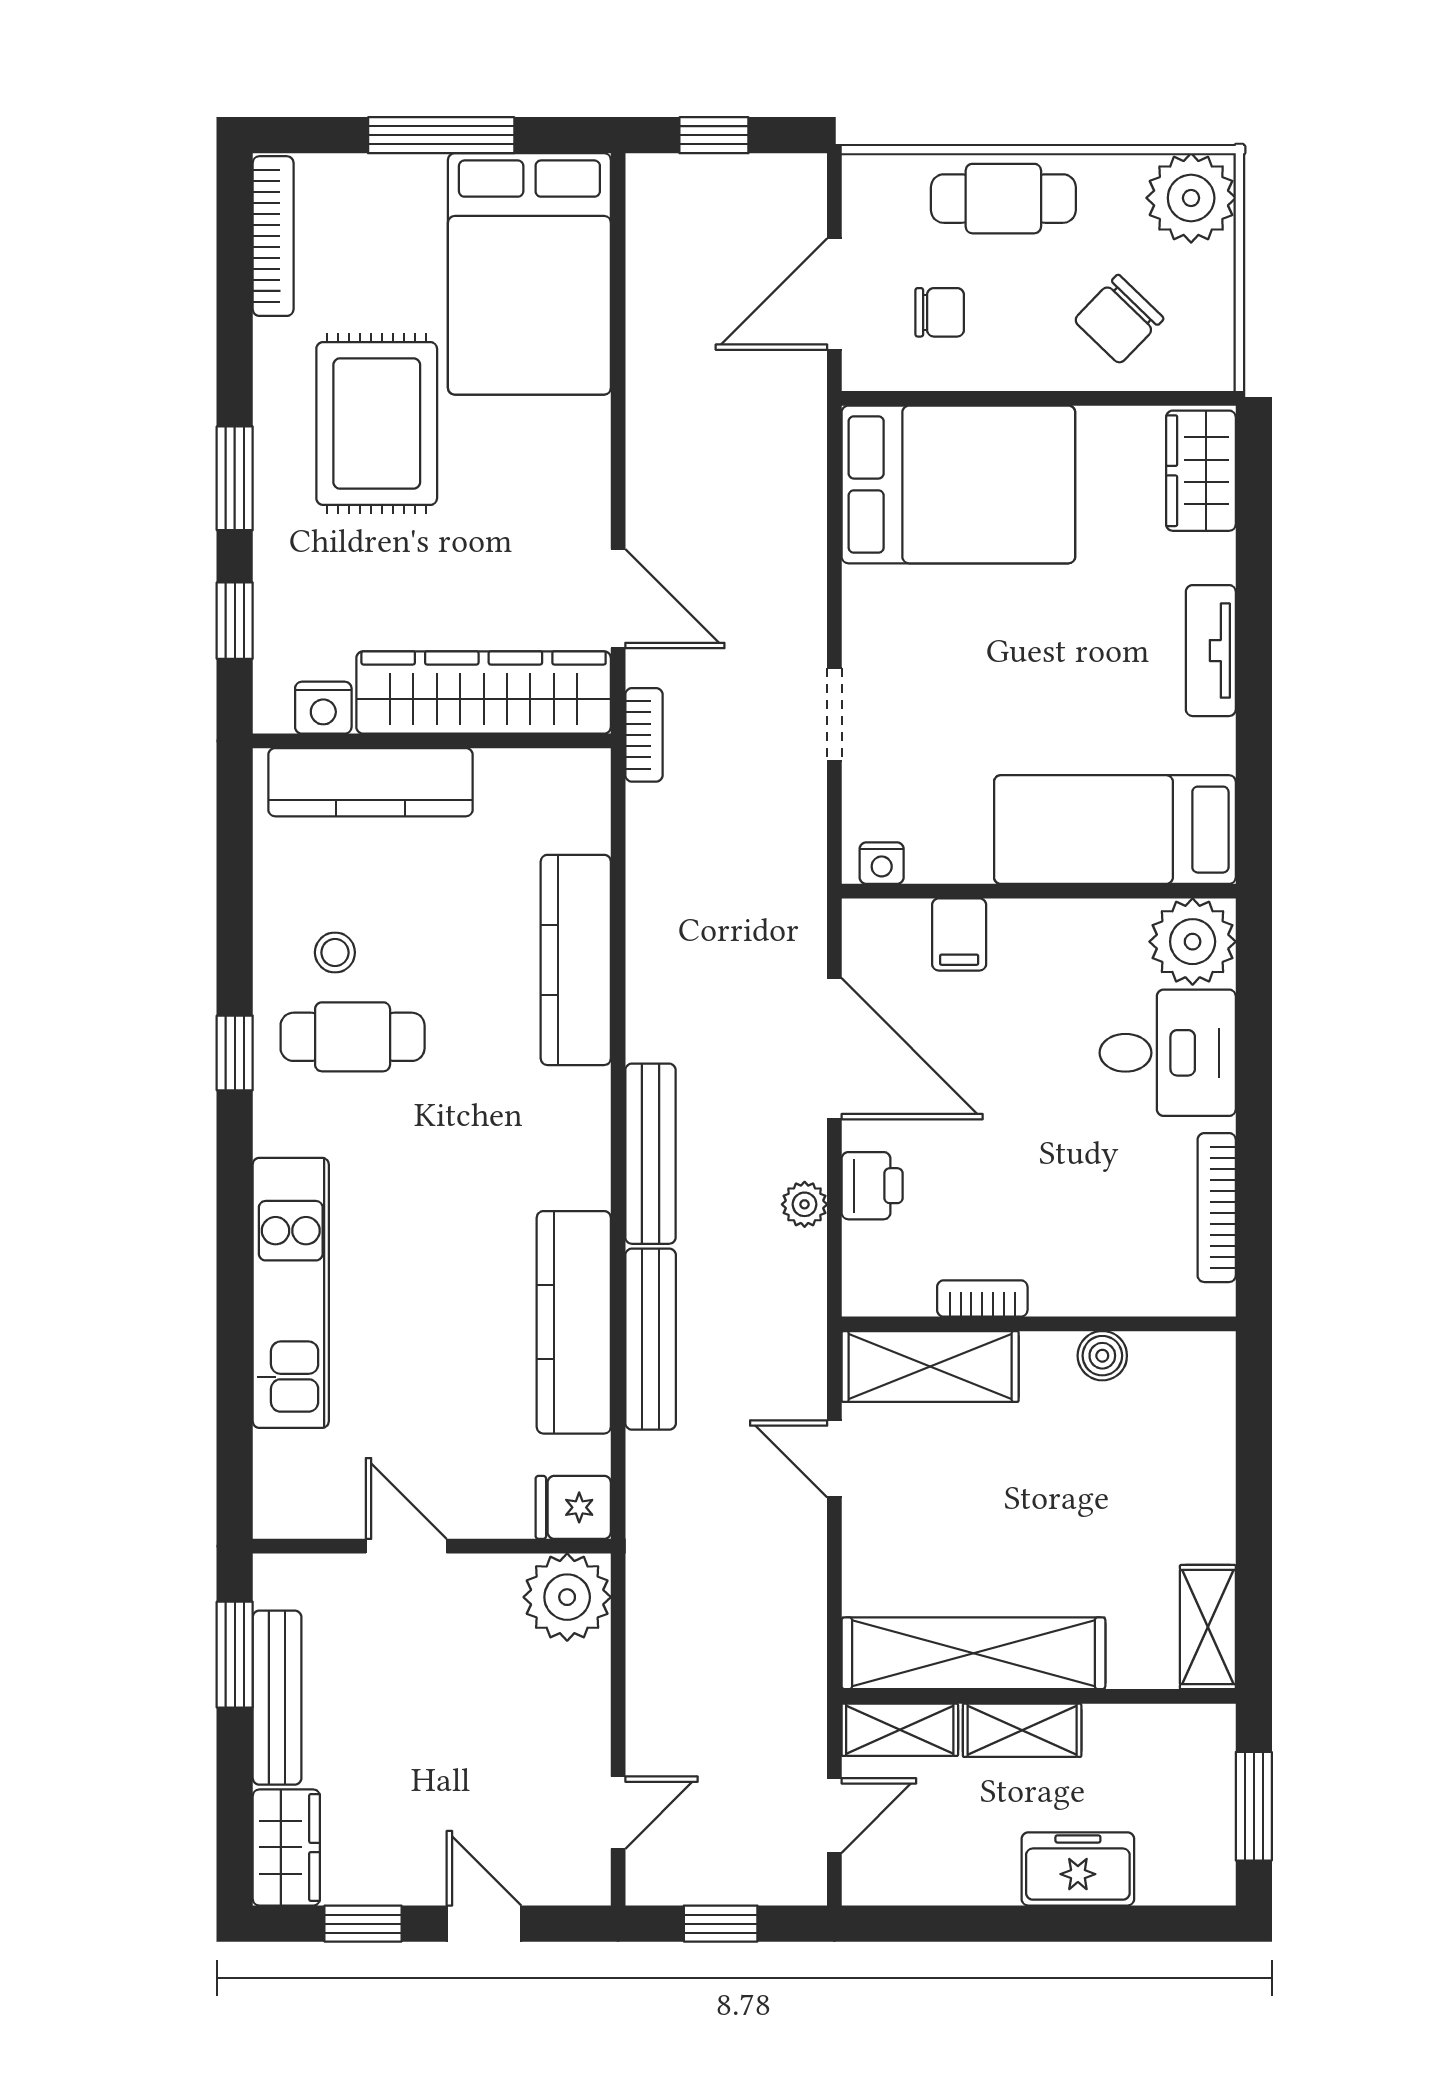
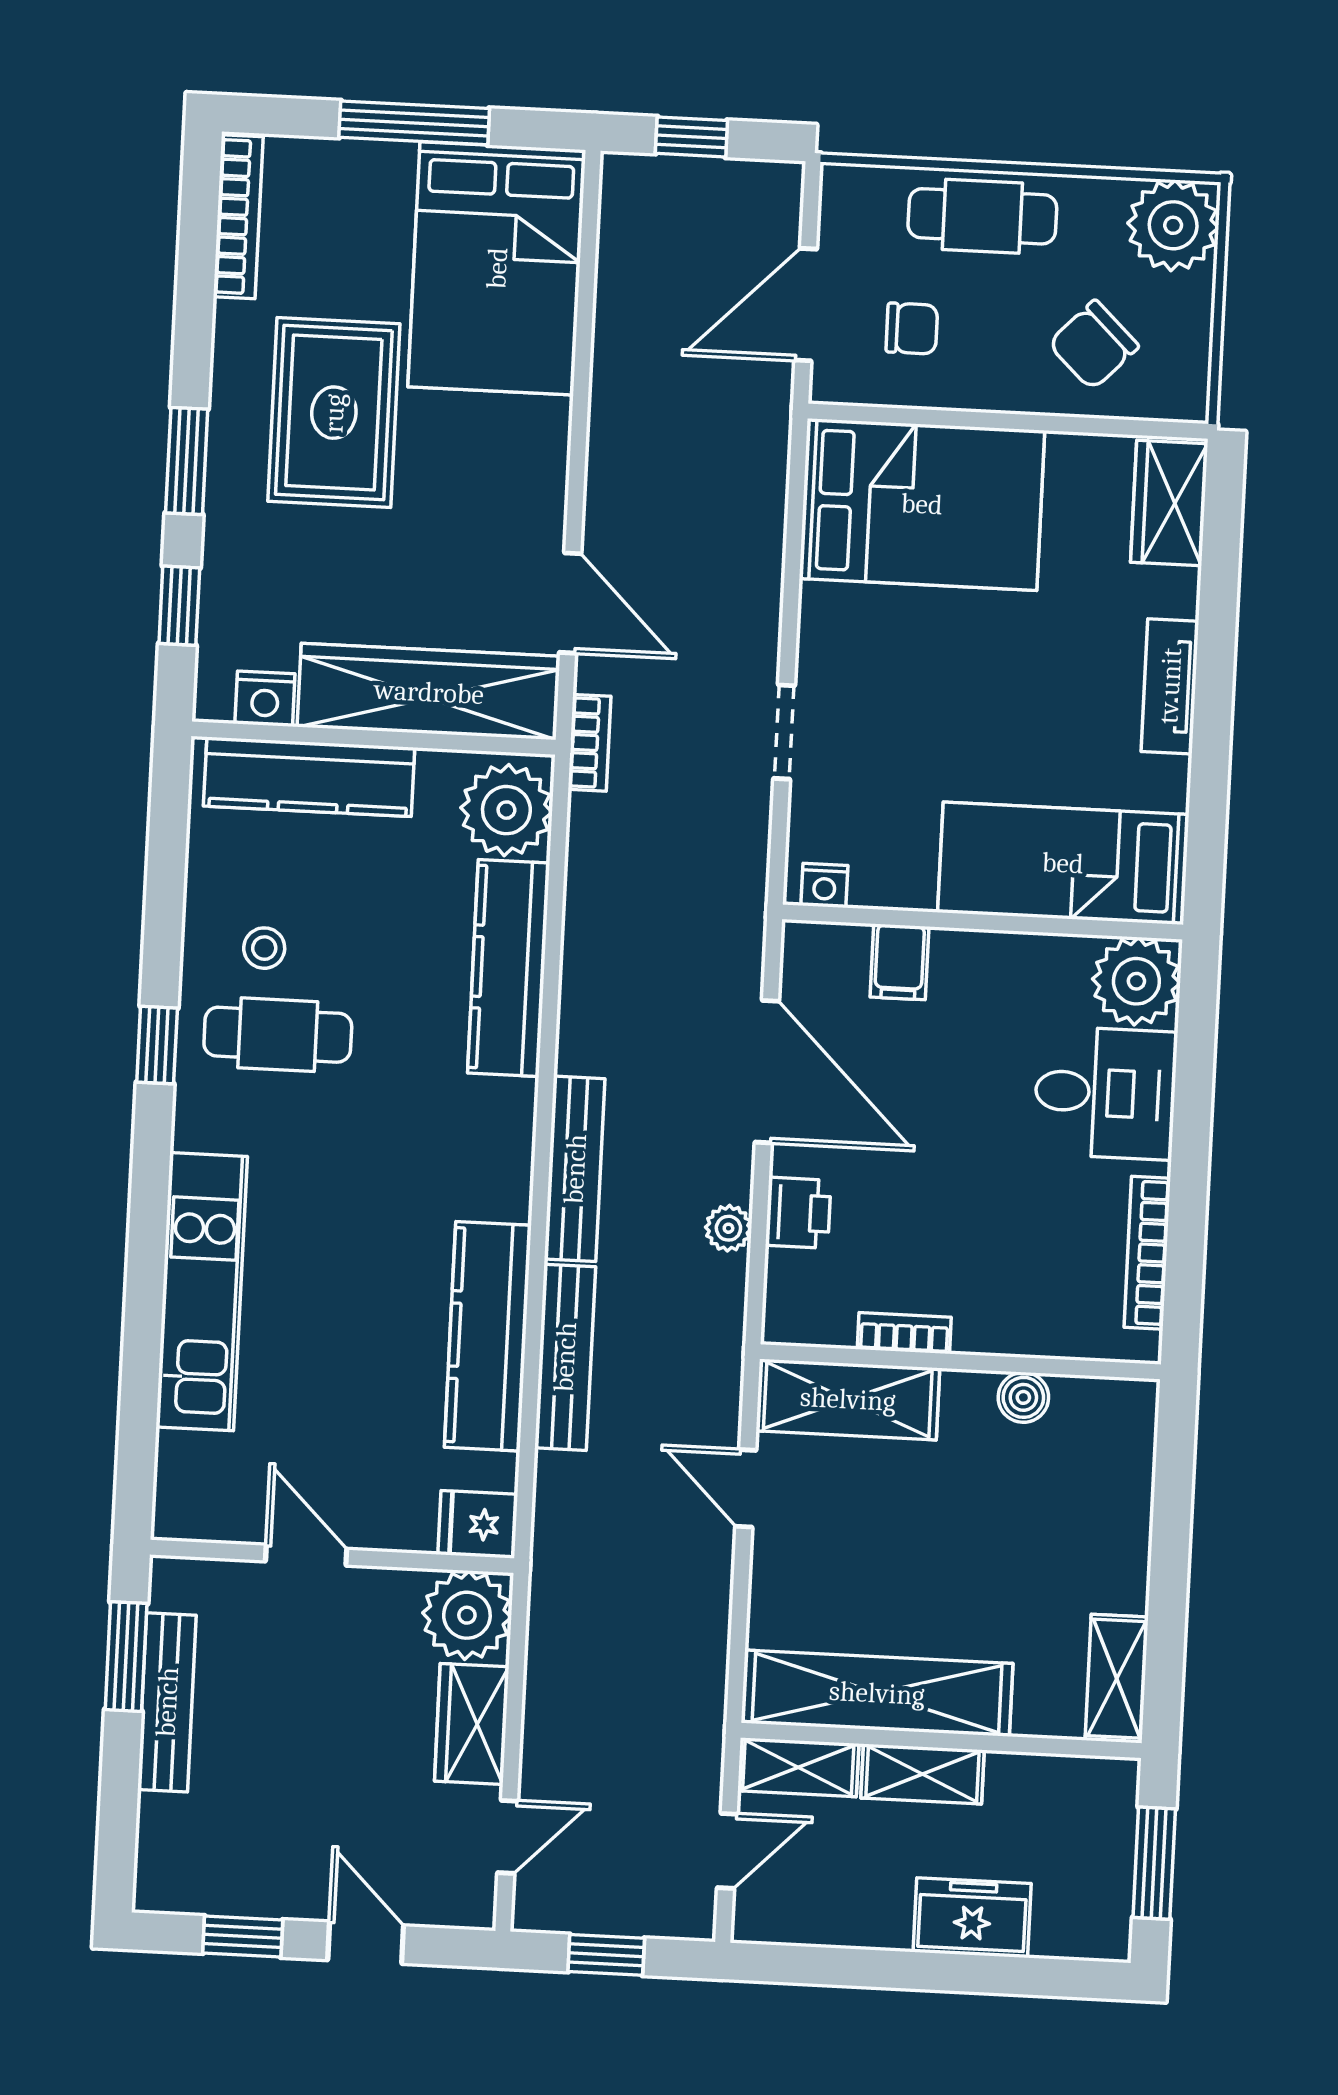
plant: (566, 805) -> (506, 810), added
wardrobe: (286, 1847) -> (472, 1724), moved, turned 180

